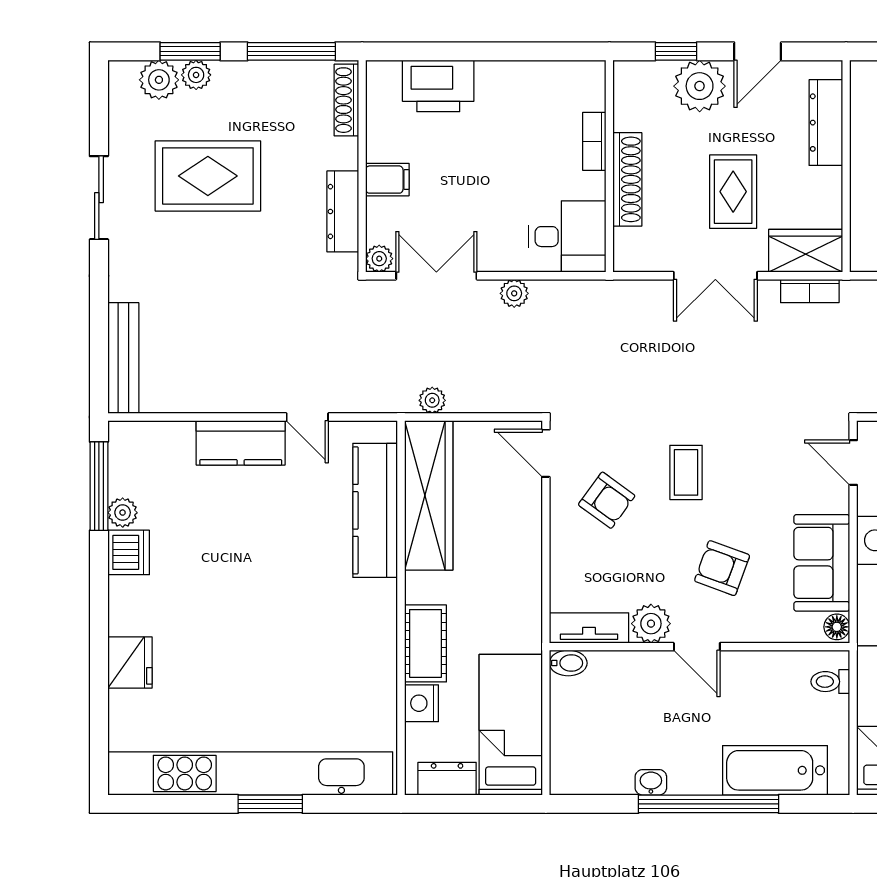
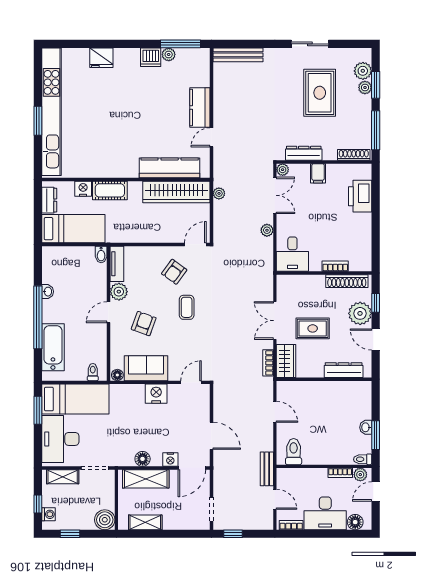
shoe rack: (627, 179) -> (347, 281), moved
coffee table: (686, 472) -> (187, 307), turned 90

